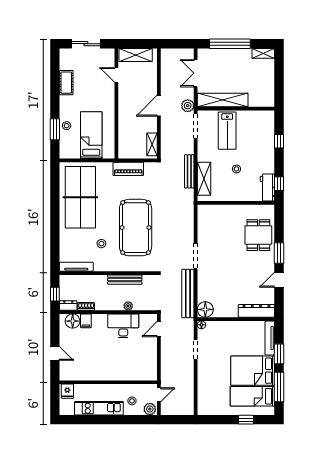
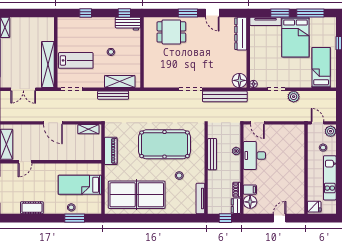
plant: (188, 106) -> (294, 97), moved
bed: (252, 396) -> (321, 67), moved, turned 180

